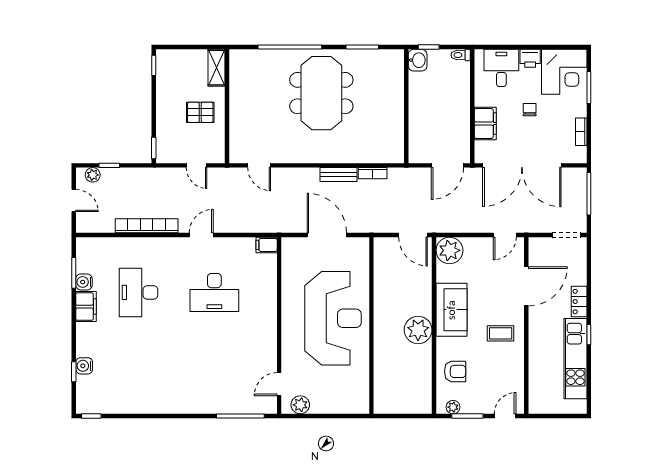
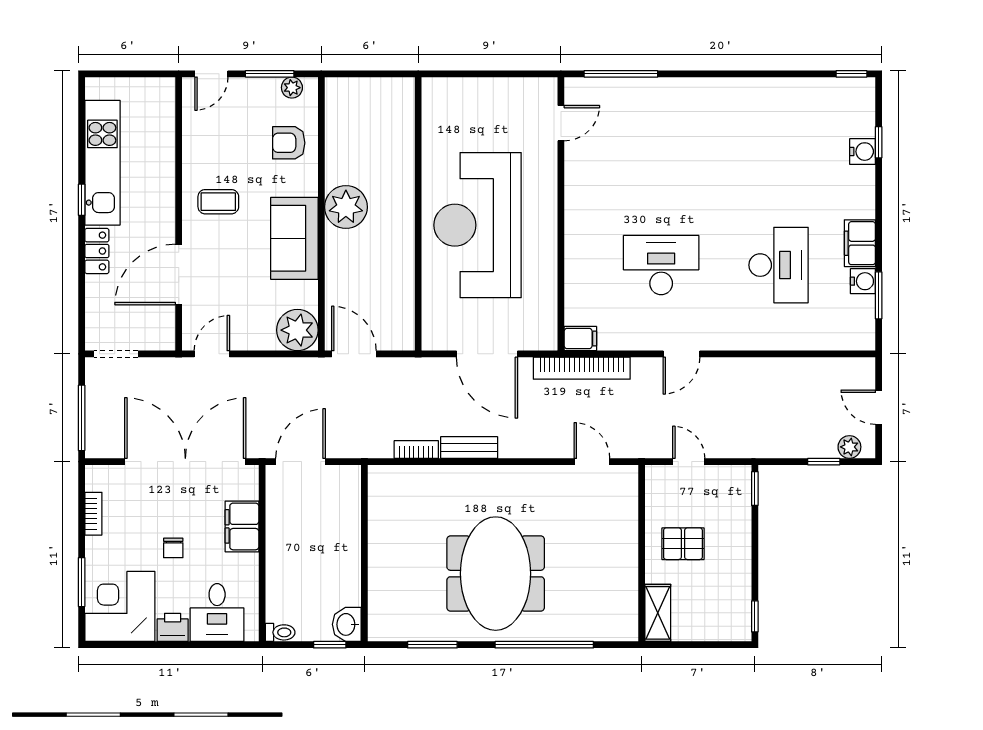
bookcase: (147, 226) -> (582, 368), moved
plant: (300, 405) -> (528, 91), removed

